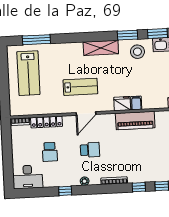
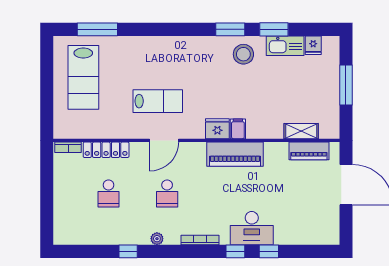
shelving: (101, 48) -> (190, 46), removed
school desk: (90, 150) -> (167, 193), turned 90
desk: (28, 177) -> (252, 228), moved

